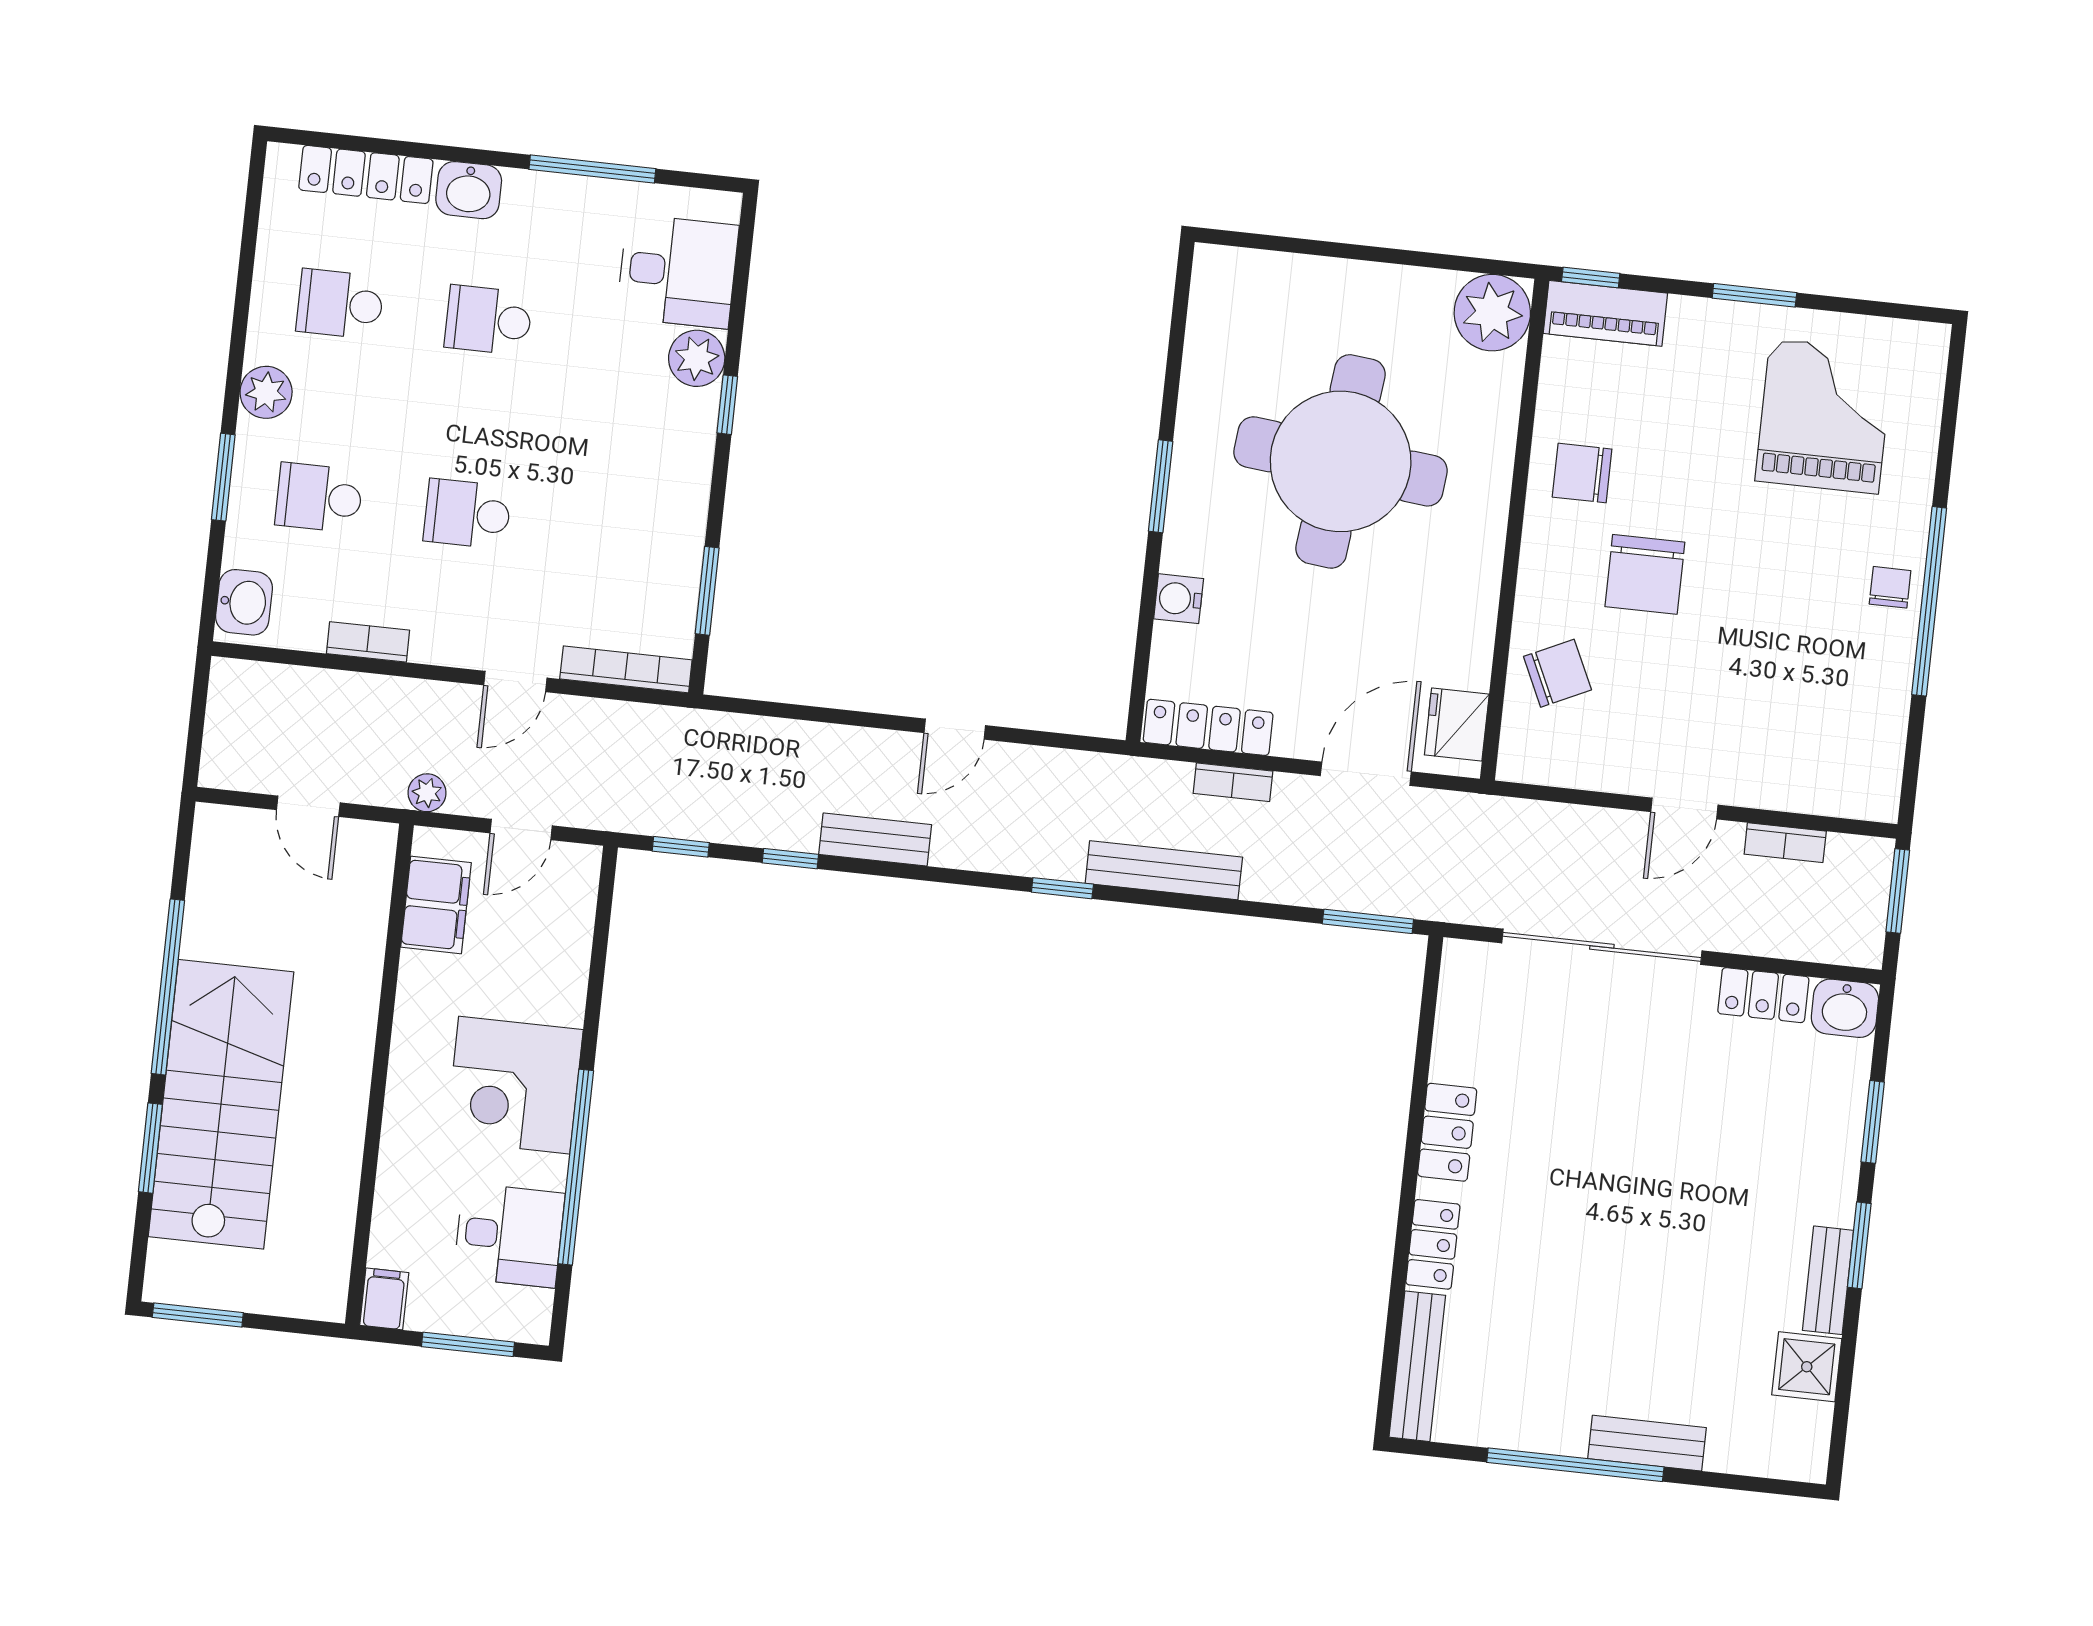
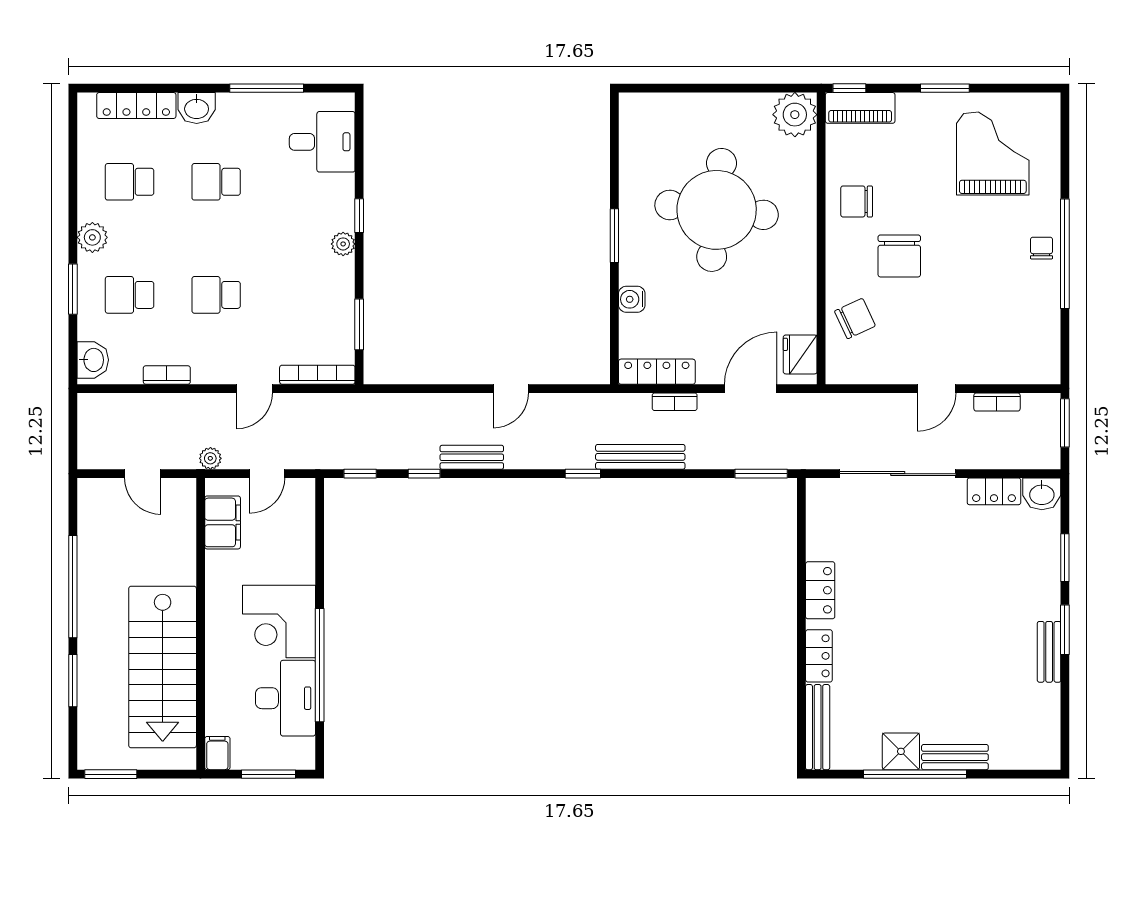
plant: (697, 358) -> (343, 244), moved, width x0.73, depth x0.73
stairs: (221, 1104) -> (163, 667), moved, turned 180
desk: (509, 1235) -> (285, 698), width x1.37
shower: (1807, 1367) -> (901, 751), moved

